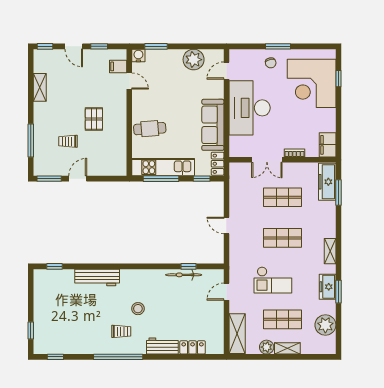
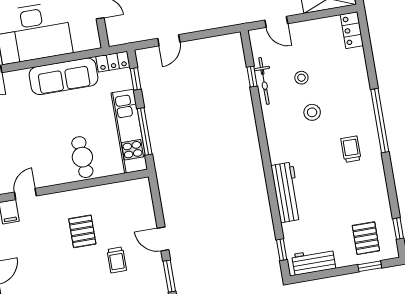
pallet: (94, 119) -> (82, 231), turned 90
door: (226, 226) -> (169, 40), moved
stool: (181, 303) -> (301, 78), added
stool: (138, 309) -> (312, 112), moved
pallet: (52, 331) -> (366, 238), added
workbench: (162, 346) -> (314, 261), moved, turned 90
locker: (193, 347) -> (352, 30), moved
window: (118, 357) -> (380, 121), moved

